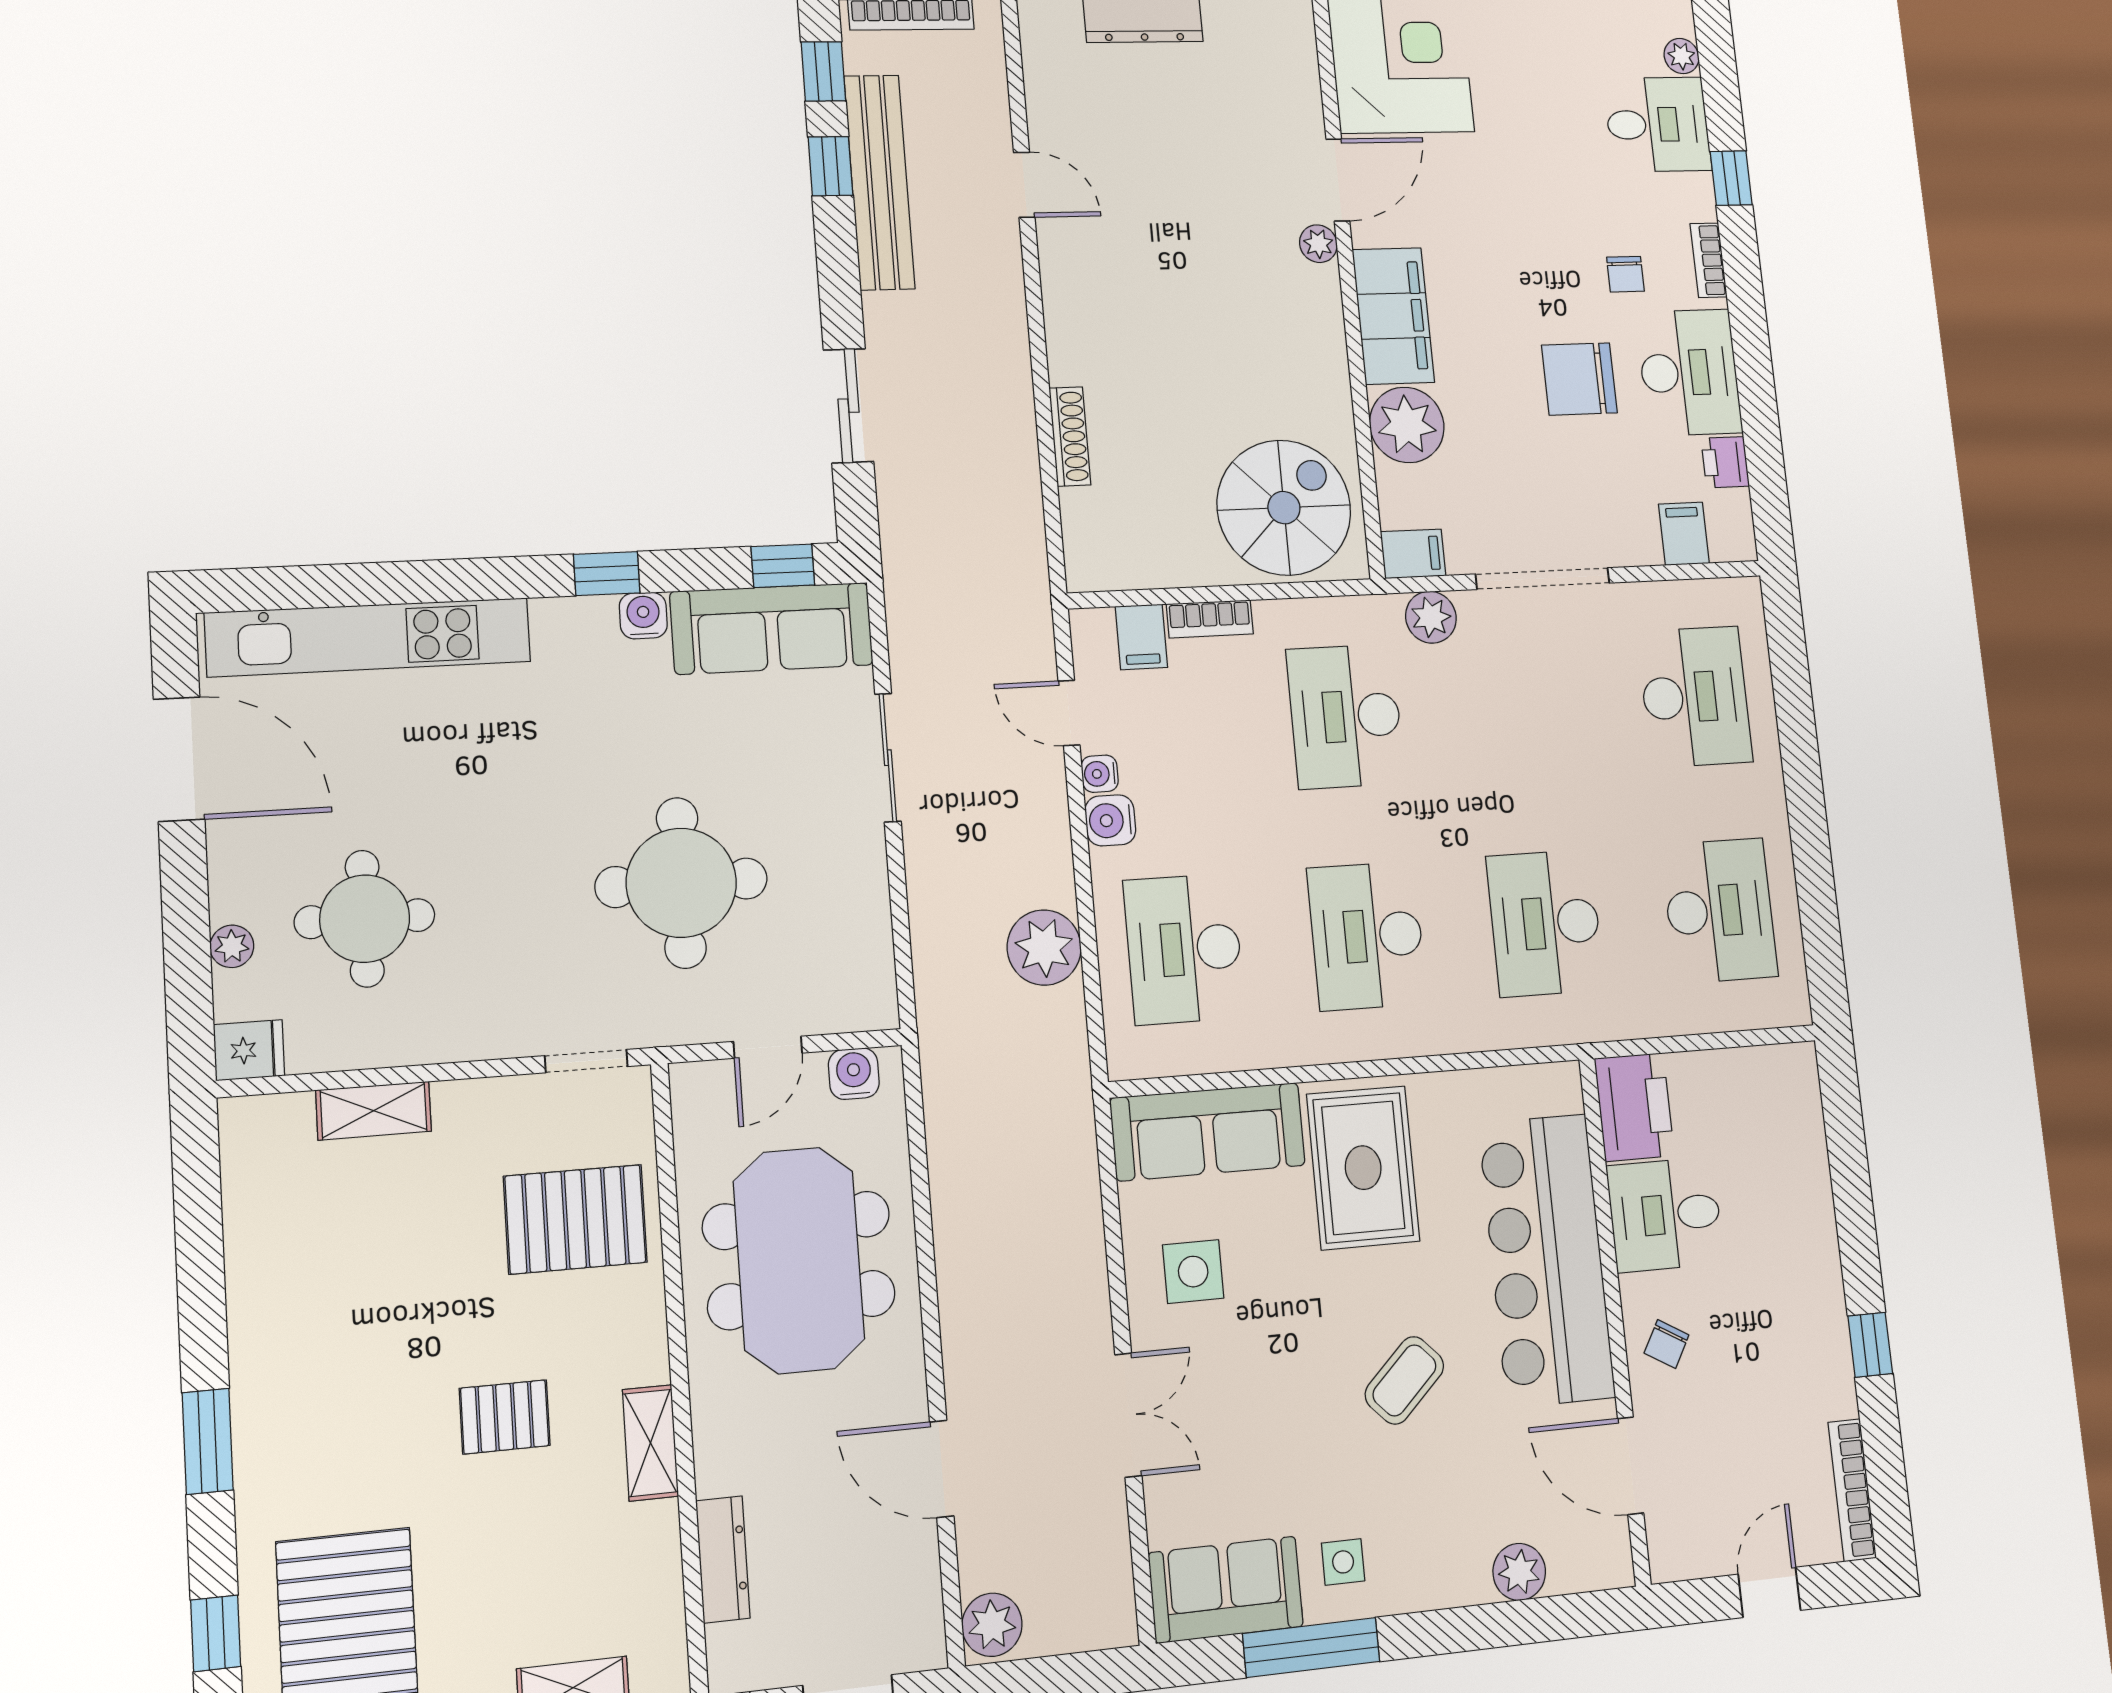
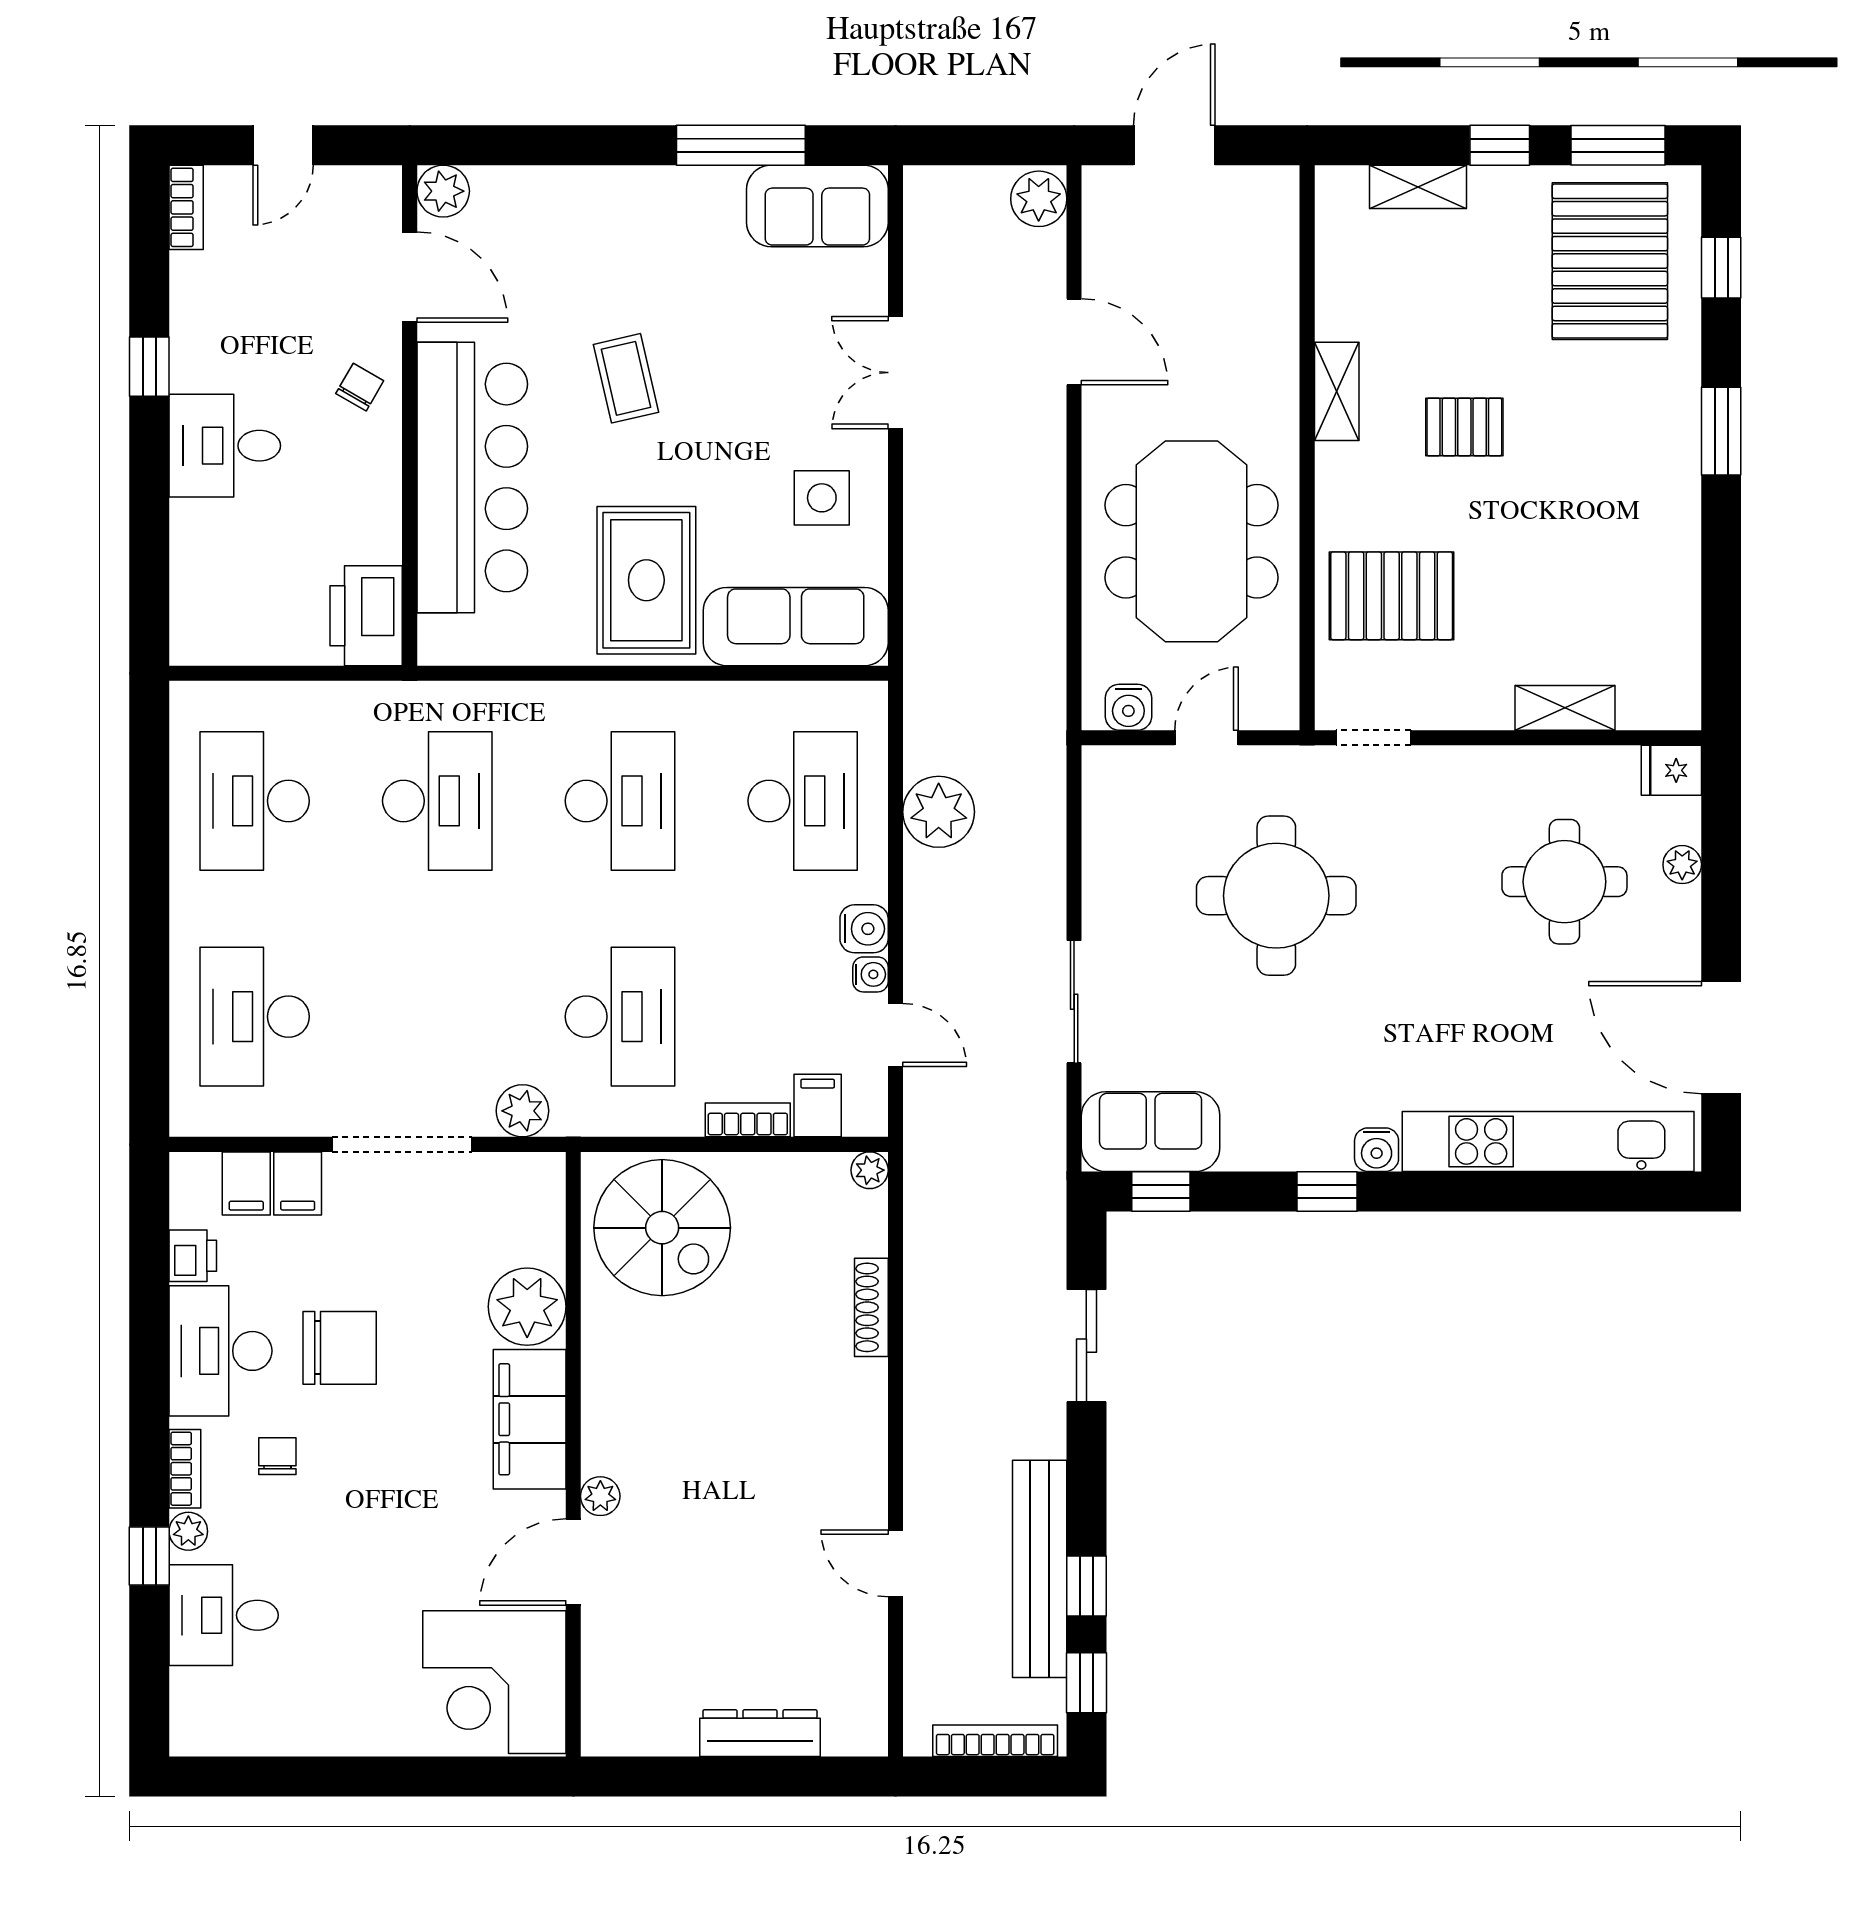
plant: (1682, 56) -> (188, 1531), moved
spiral stairs: (1284, 508) -> (662, 1228), turned -90
filing cabinet: (1413, 554) -> (298, 1183), moved, turned -90
plant: (1083, 574) -> (870, 1170), added
water cooler: (643, 616) -> (1377, 1150), moved
sofa: (772, 628) -> (1151, 1132), width x0.73
desk: (1665, 1215) -> (225, 446), moved, turned 180
coffee table: (1404, 1380) -> (626, 378), turned -59
bookcase: (1852, 1490) -> (186, 207), width x0.64
dresser: (723, 1559) -> (1279, 283), removed
side table: (1343, 1562) -> (703, 219), removed
plant: (1519, 1572) -> (443, 191), moved

